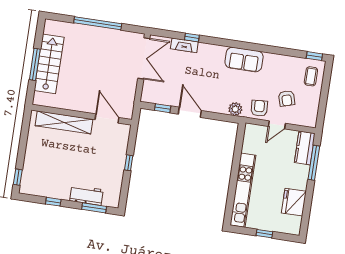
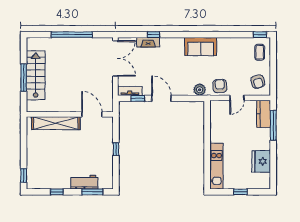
tv unit: (155, 98) -> (130, 91), added
armchair: (287, 98) -> (258, 82), moved
kitchen unit: (243, 190) -> (216, 166), width x0.73

